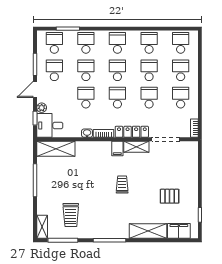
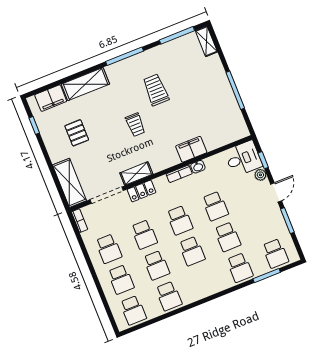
school desk: (117, 43) -> (204, 282), removed
school desk: (54, 70) -> (263, 223), removed
locker: (132, 132) -> (141, 191), width x0.66
shelving: (56, 149) -> (69, 183), moved, turned 90
filing cabinet: (117, 149) -> (191, 149), moved, width x2.00
pallet: (170, 196) -> (77, 133), turned 90
trolley: (71, 215) -> (156, 90), moved

